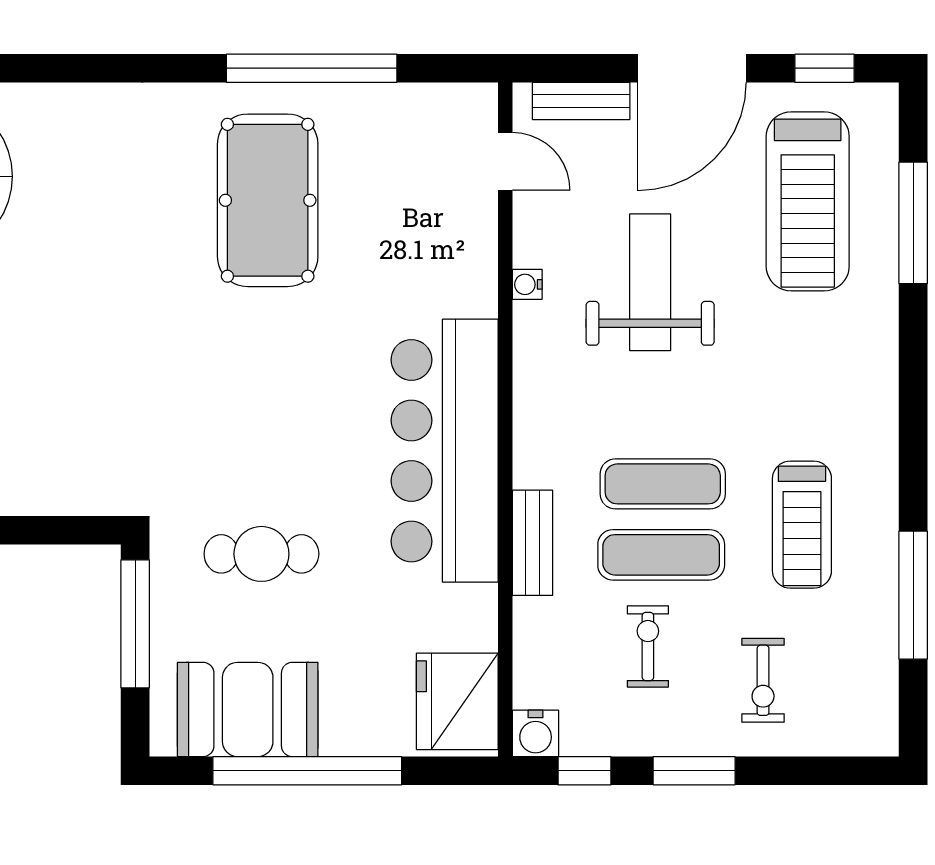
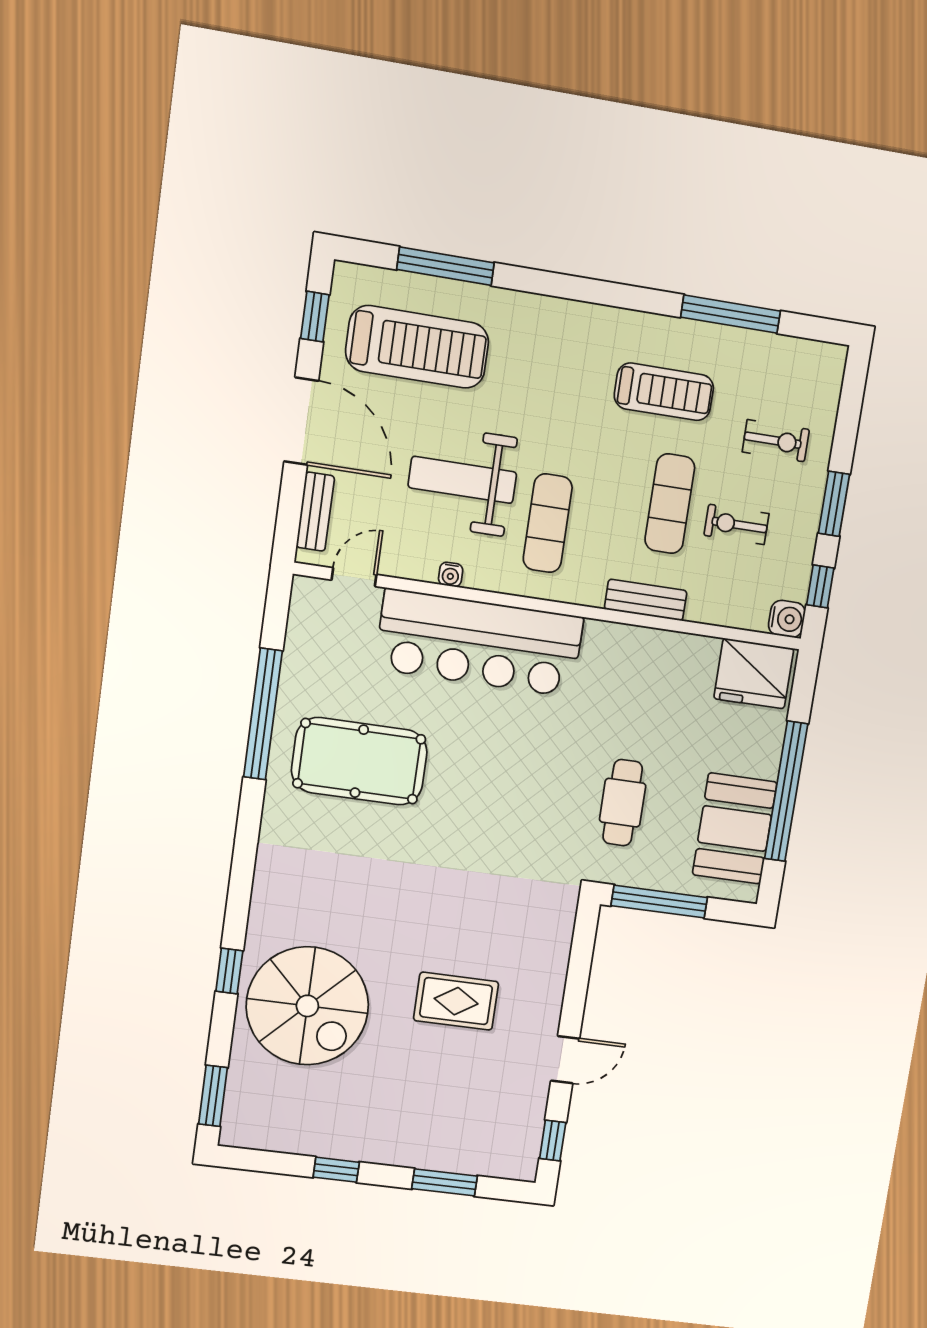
bar counter: (445, 451) -> (479, 643), moved
exercise mat: (663, 484) -> (548, 523), moved

